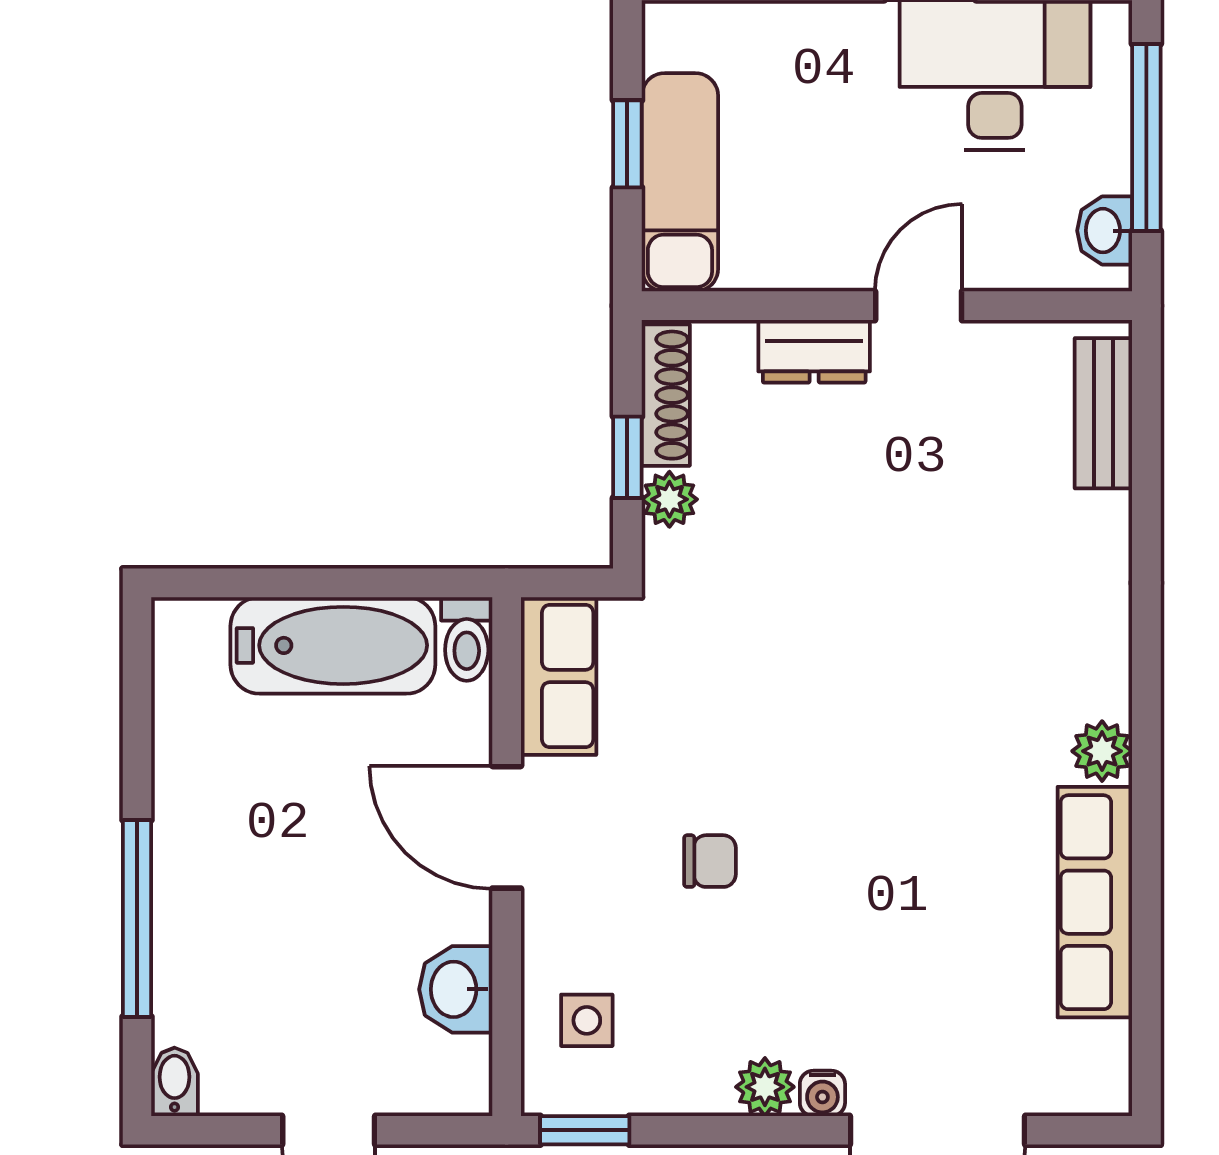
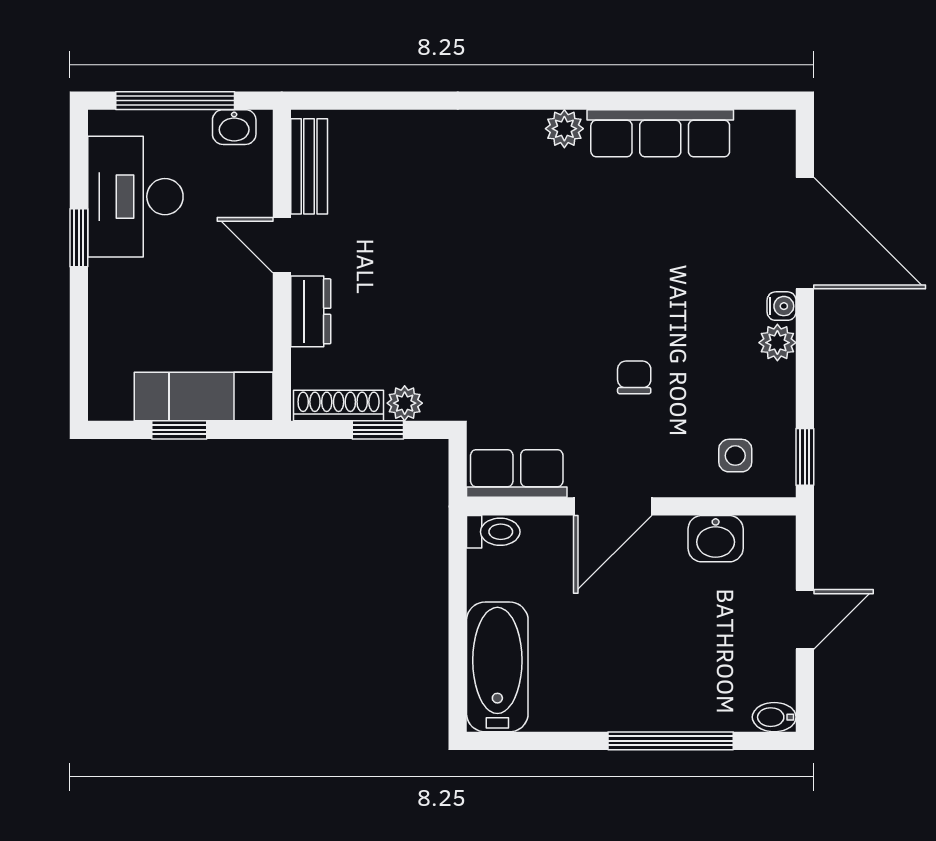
bench: (1103, 413) -> (309, 166), moved, turned 90
bathtub: (333, 645) -> (497, 667), moved

